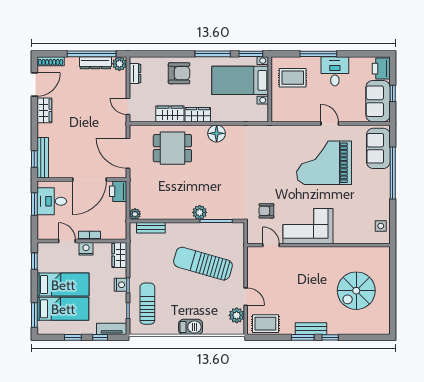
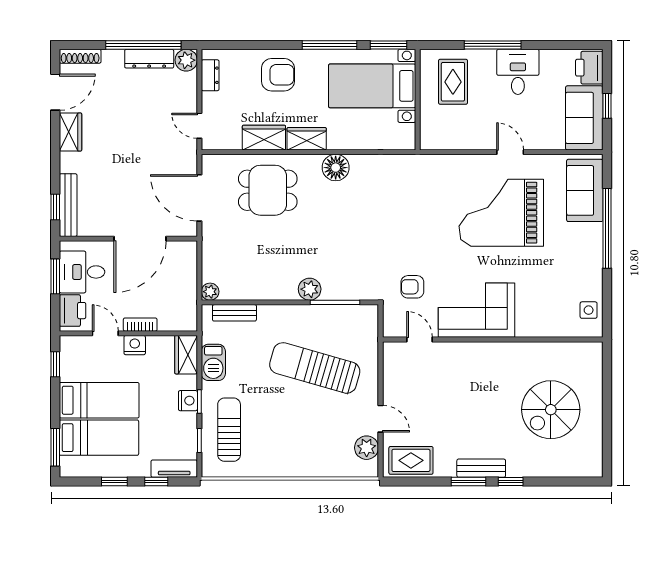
rug: (293, 78) -> (453, 82), turned 90
printer: (118, 191) -> (72, 311), moved, turned 180
barbecue: (191, 327) -> (213, 362), moved, turned 90

